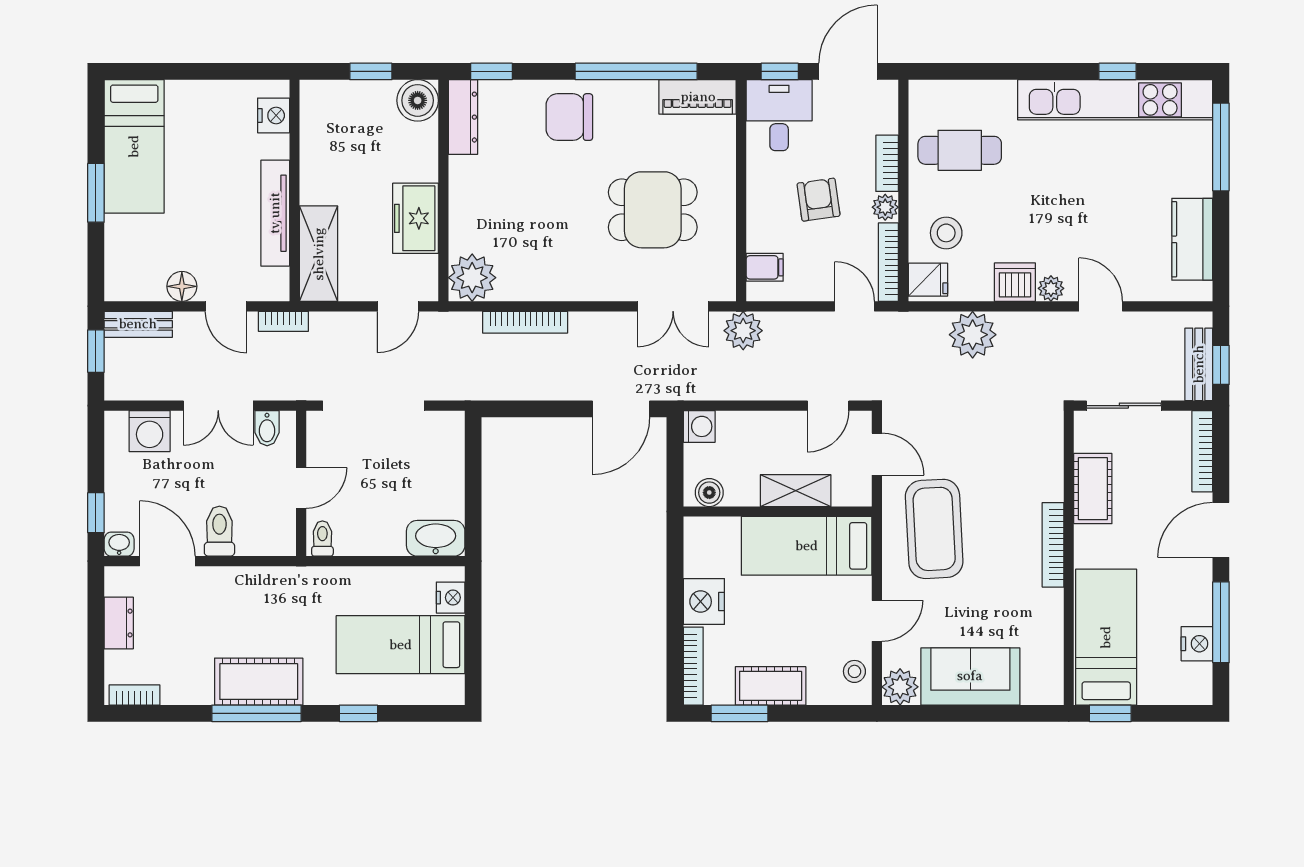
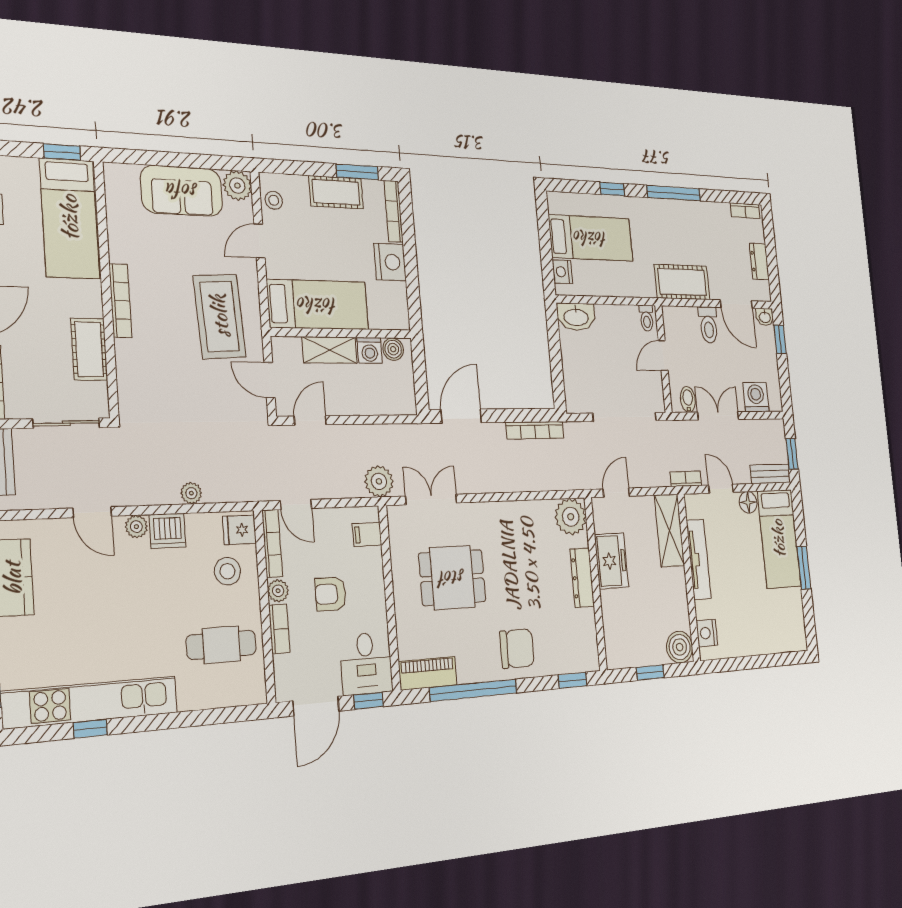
boiler: (418, 100) -> (680, 647), moved
dresser: (463, 117) -> (582, 578), moved
bed: (134, 146) -> (779, 539), moved, turned 180
armchair: (818, 200) -> (331, 594), turned 98
bookcase: (525, 322) -> (535, 430), moved, turned 180
plant: (973, 335) -> (191, 493), width x0.53, depth x0.53
washing machine: (699, 426) -> (370, 350), moved, turned -90
cot: (259, 682) -> (682, 282), moved

